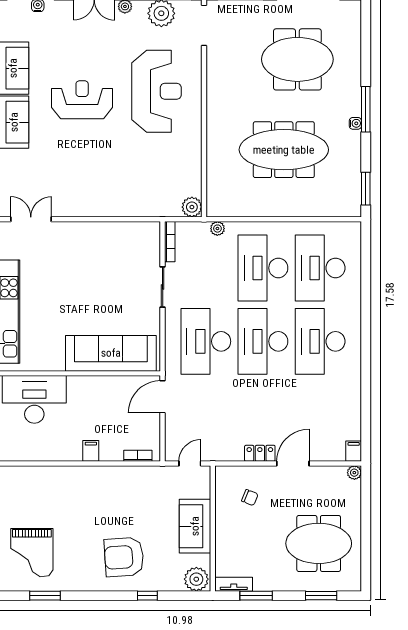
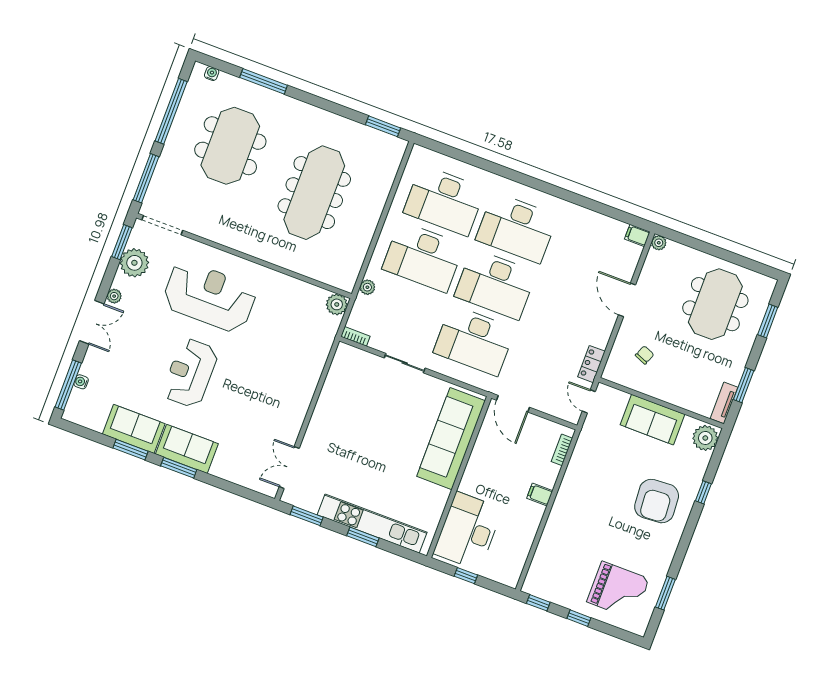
window: (366, 109) -> (264, 81), moved
water cooler: (355, 123) -> (212, 73), moved
bookcase: (170, 242) -> (355, 336), width x0.64
locker: (260, 453) -> (591, 364), moved

